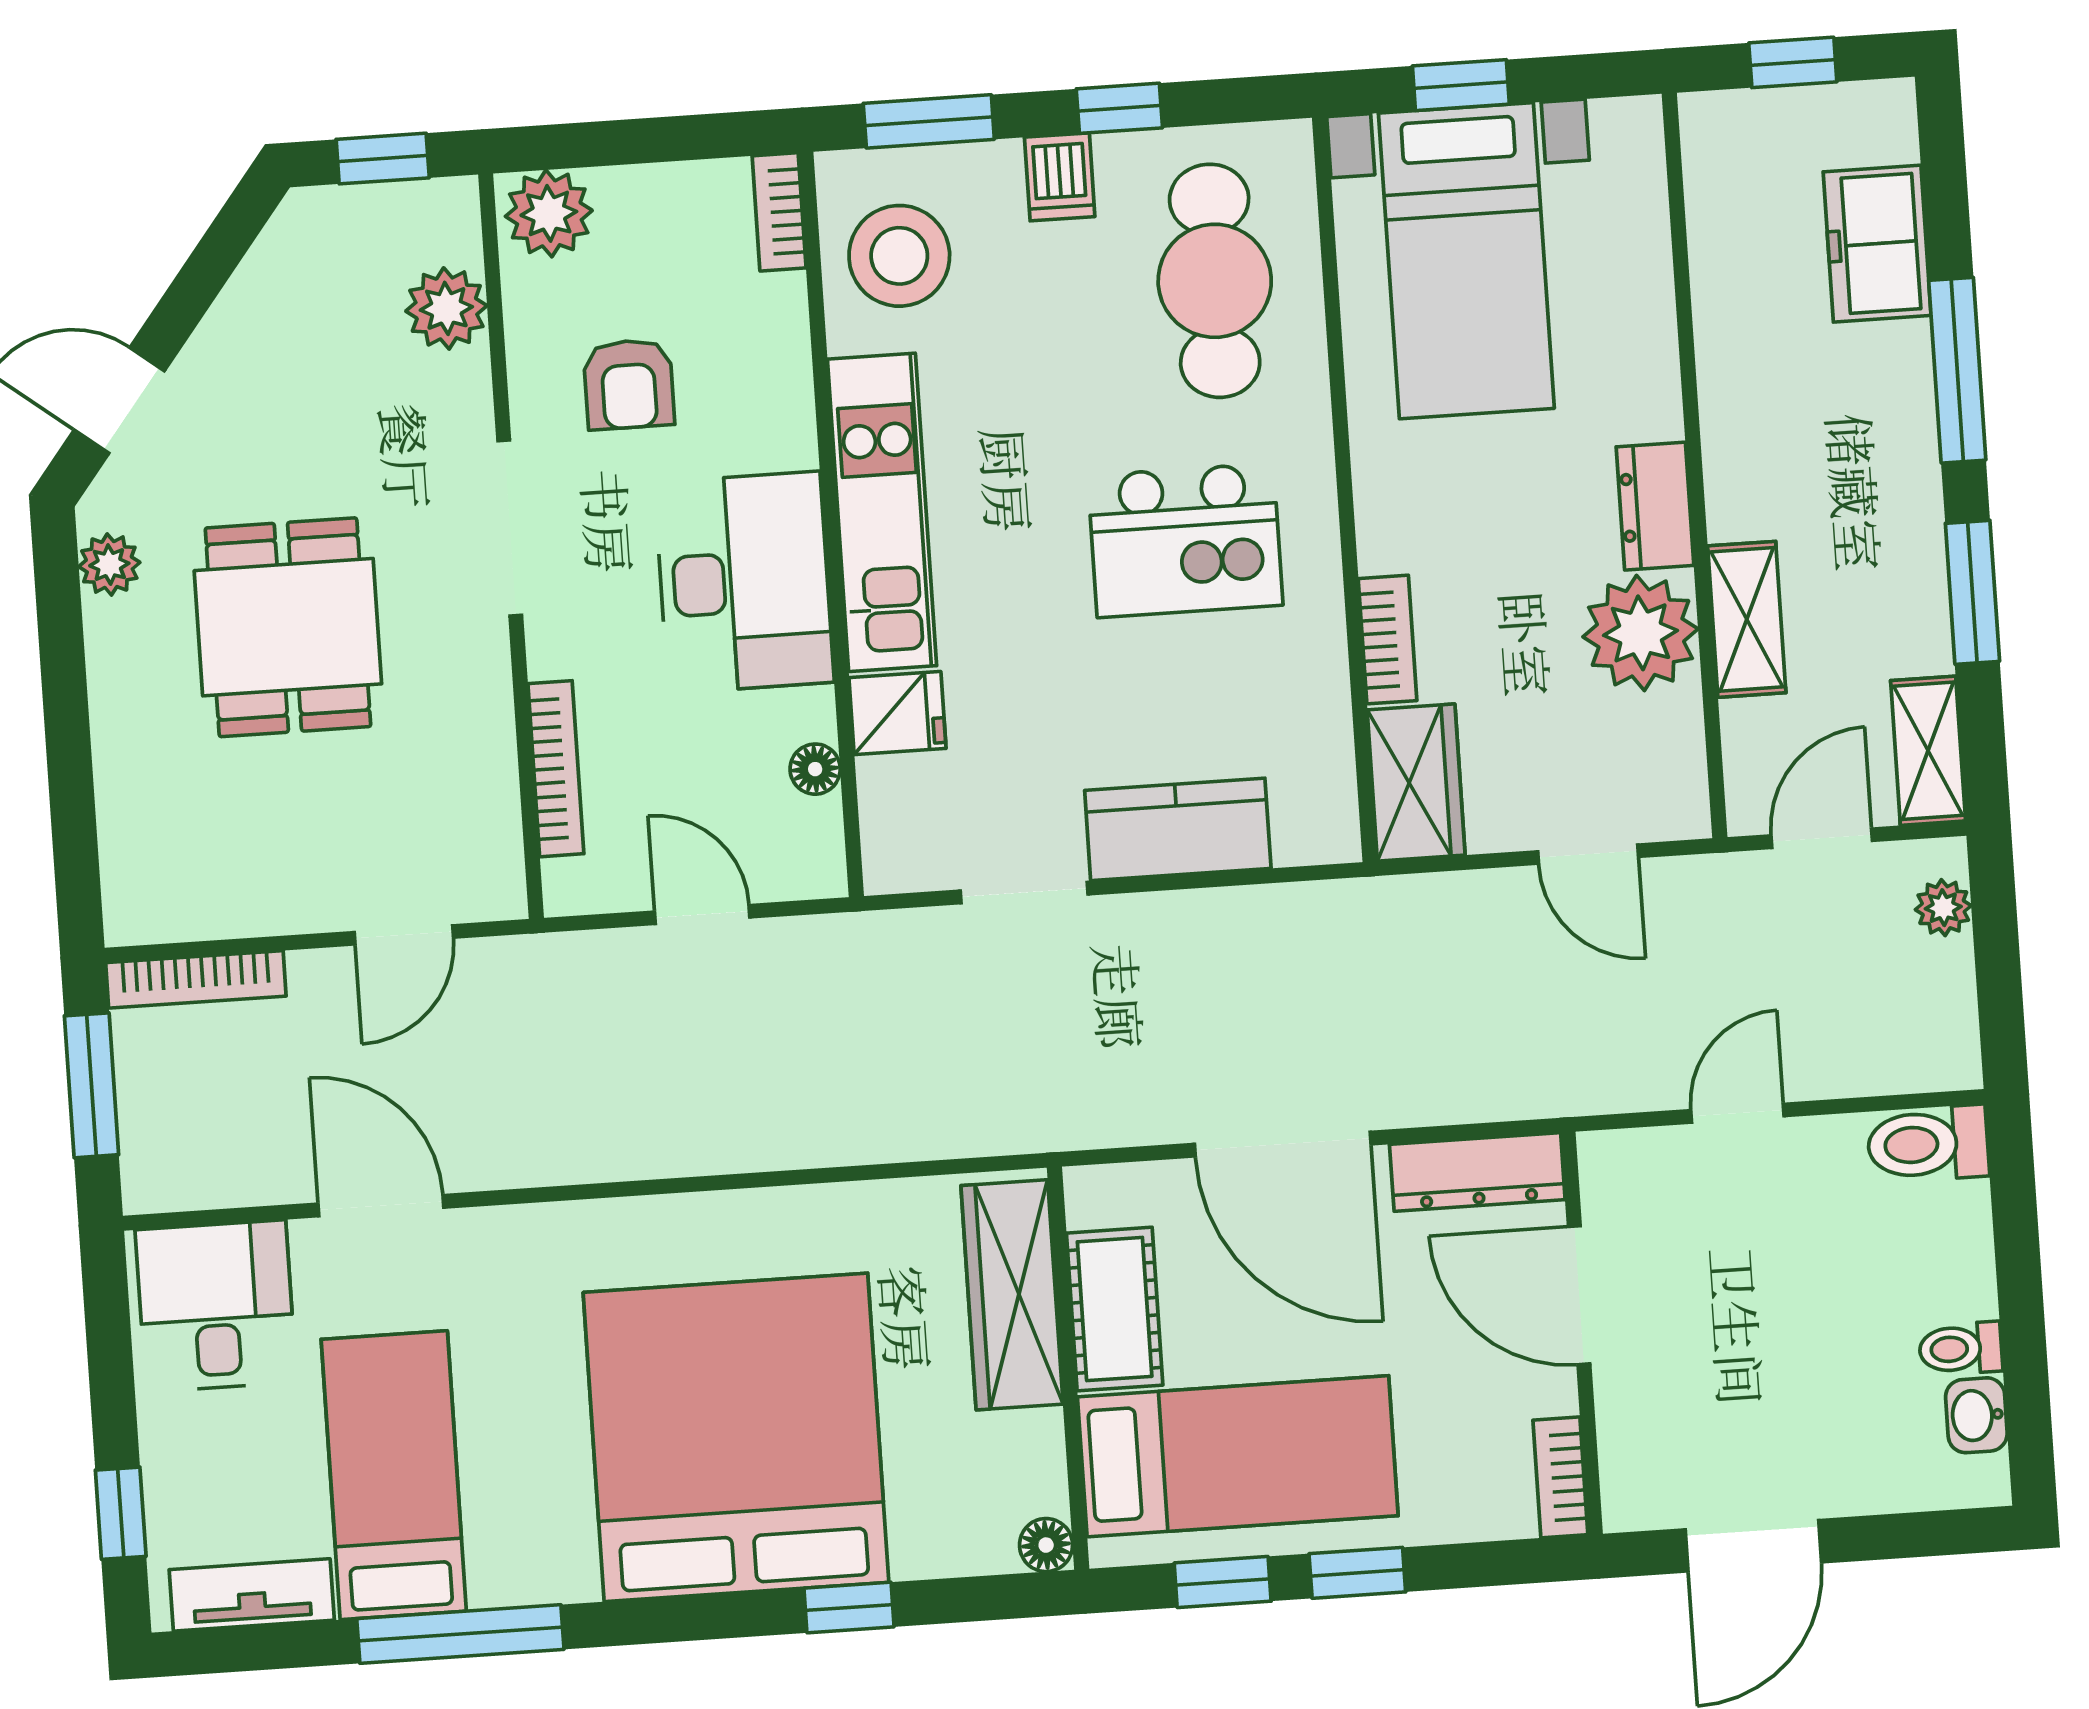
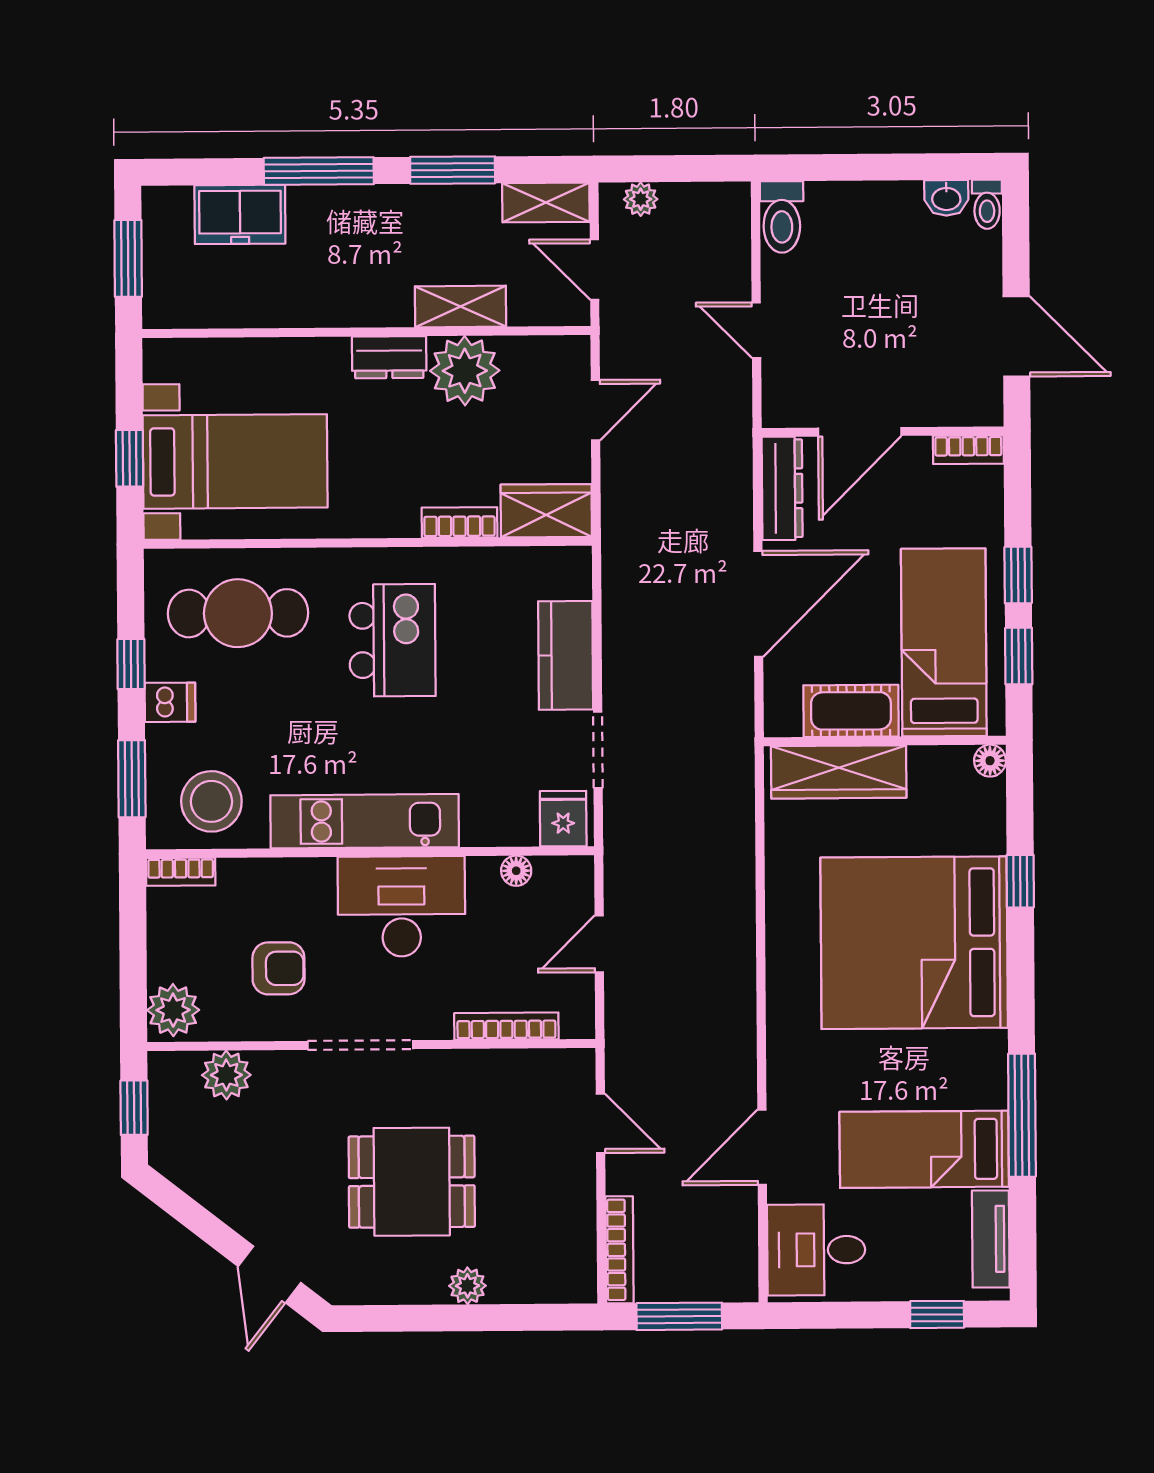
window: (1793, 62) -> (128, 258), width x1.50
plant: (109, 564) -> (467, 1286), moved
fridge: (898, 713) -> (563, 819), moved
toilet: (1961, 1349) -> (987, 204), moved

